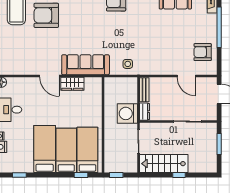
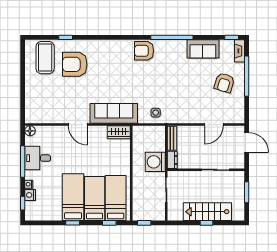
armchair: (203, 52) -> (224, 83), moved, turned -73
door: (186, 76) -> (214, 125), hinge flipped
wardrobe: (72, 84) -> (119, 132), moved
stairs: (164, 164) -> (207, 212), moved
window: (19, 175) -> (73, 223), moved

